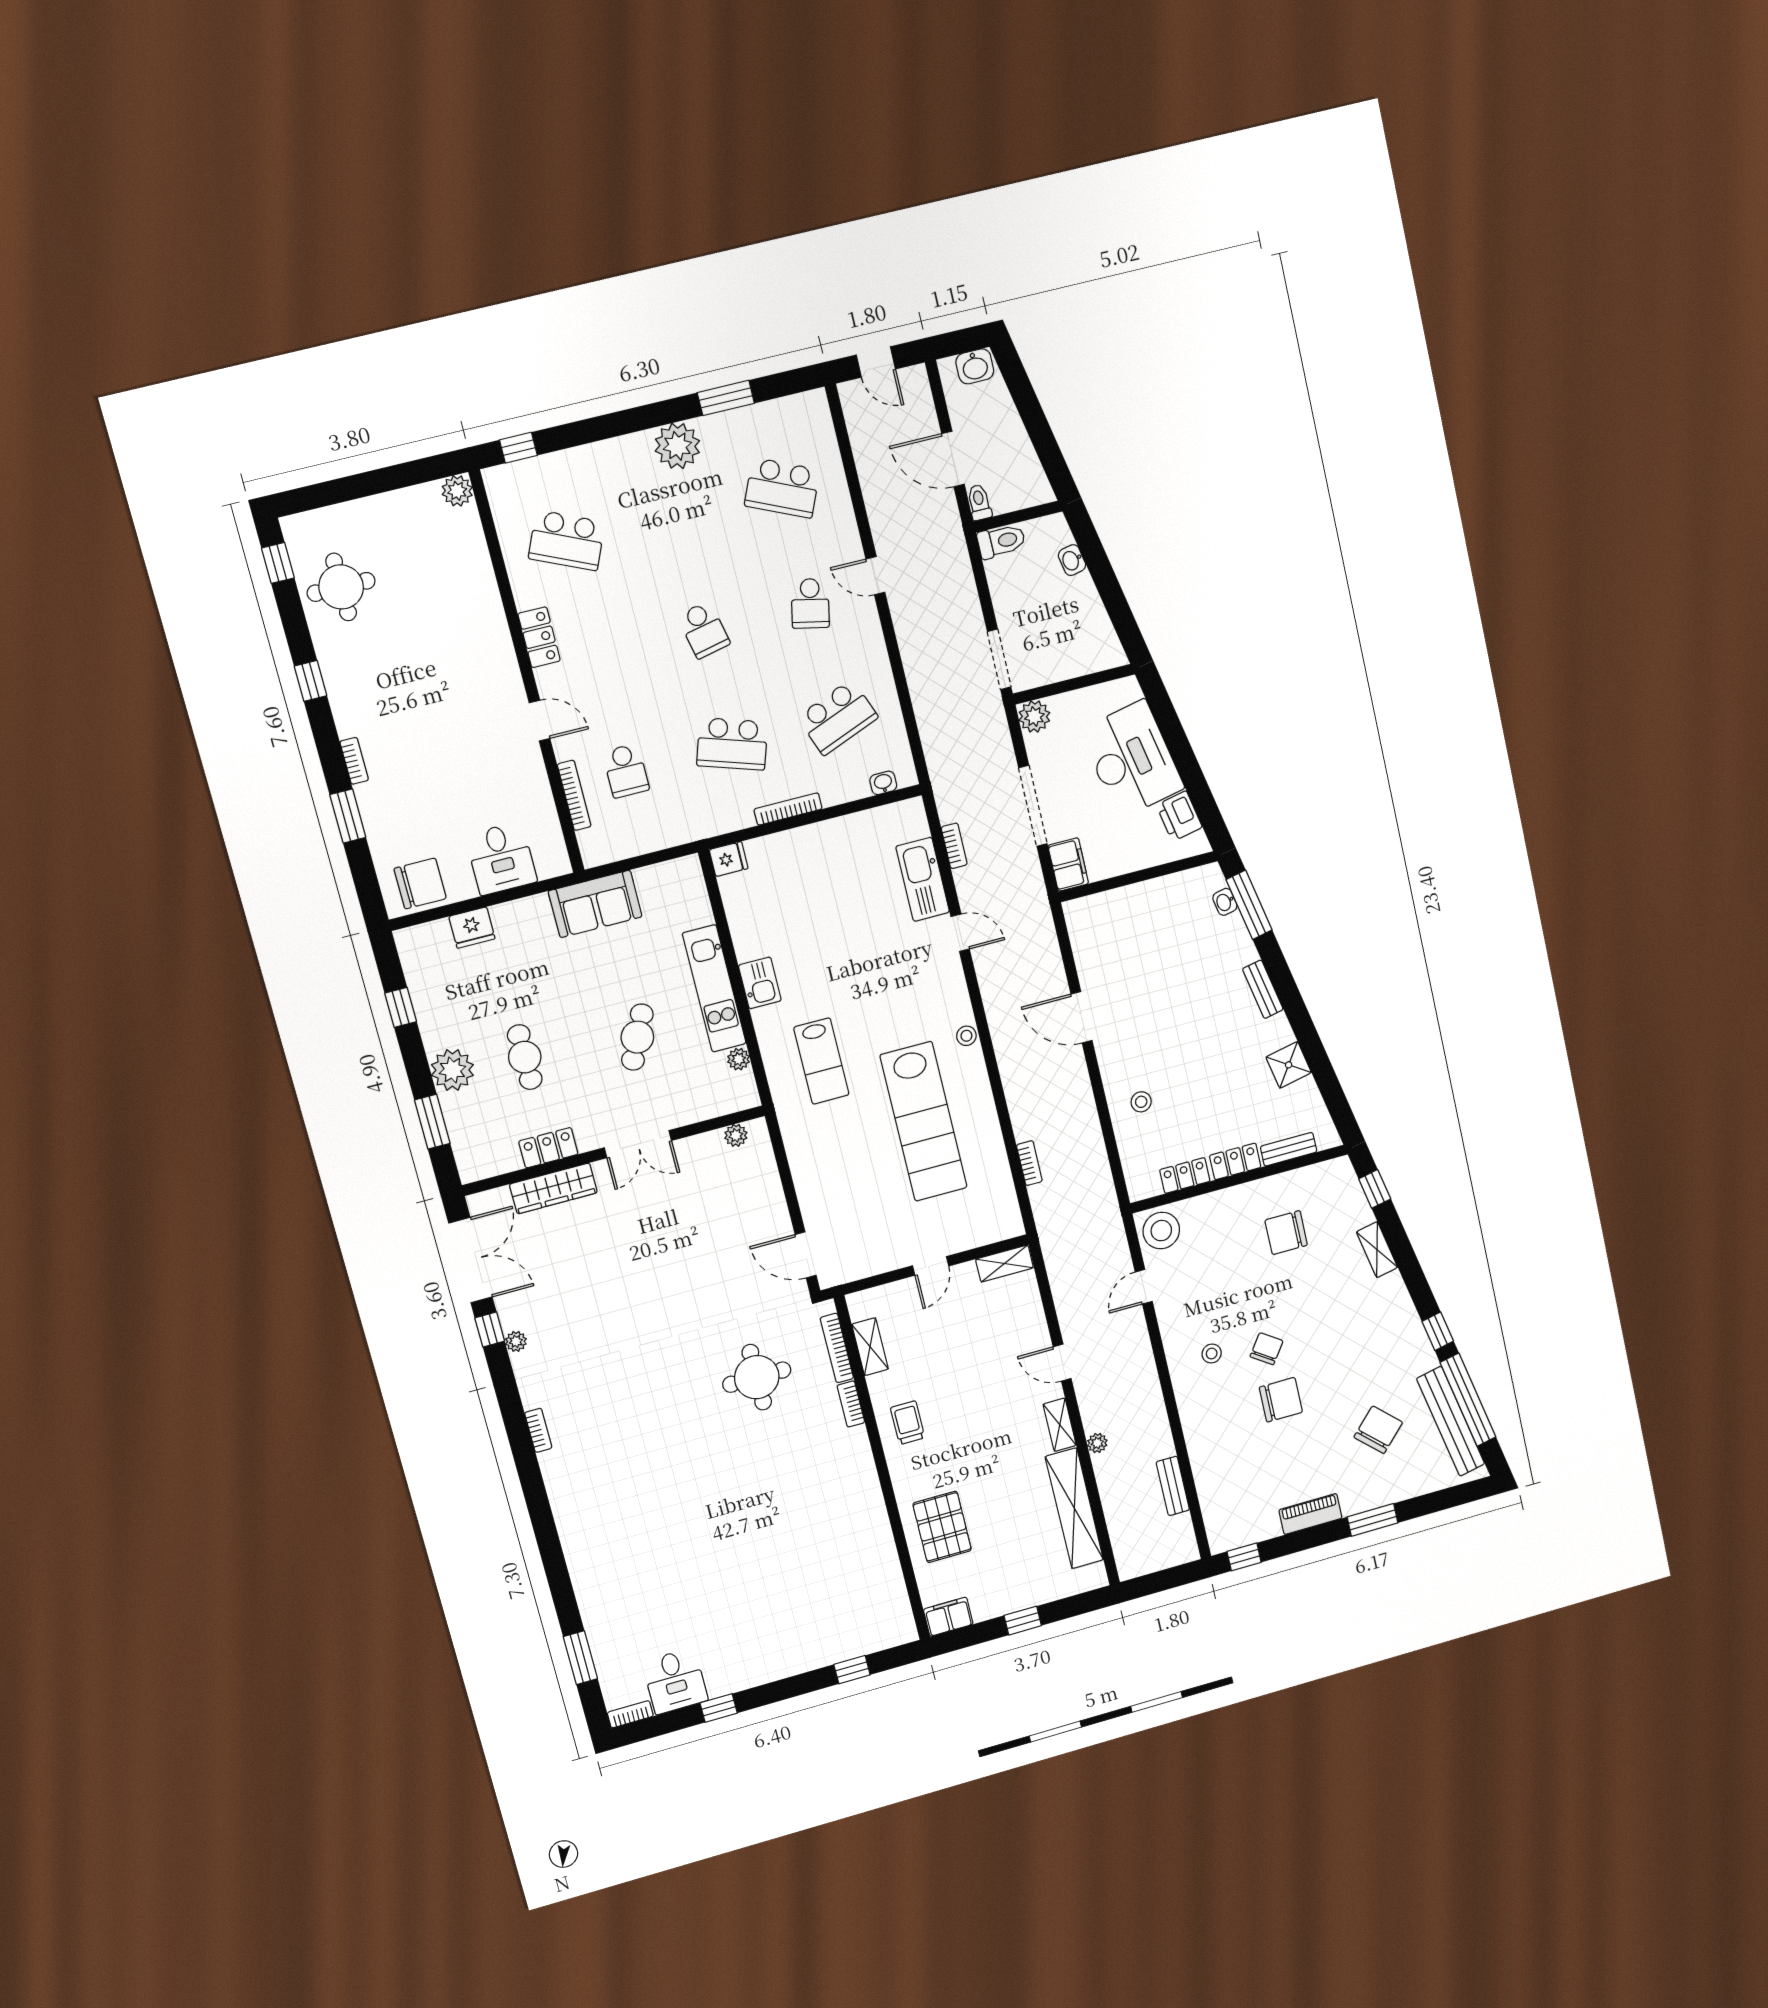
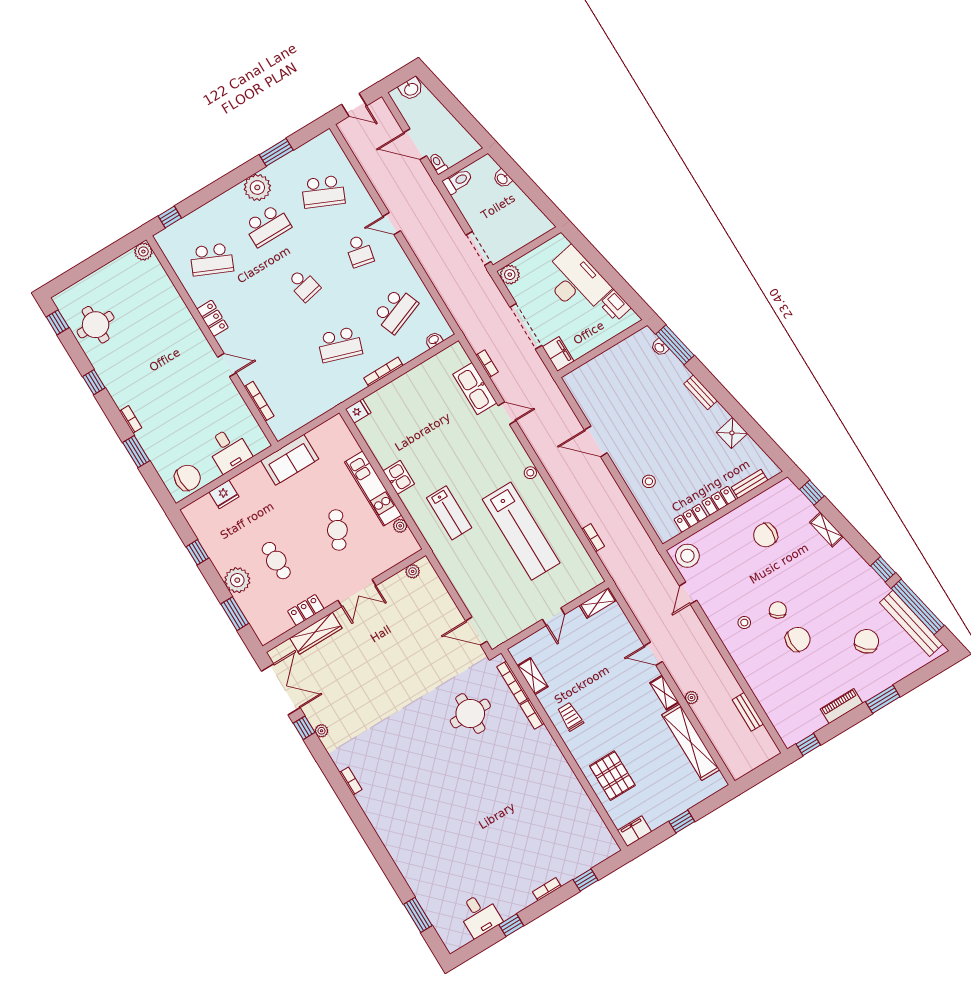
school desk: (626, 771) -> (267, 226), moved, width x1.85
bookcase: (630, 1714) -> (547, 889), moved

